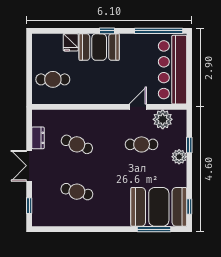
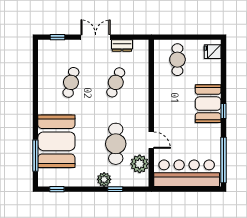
fridge: (71, 42) -> (213, 52), moved
cafe table: (142, 144) -> (116, 144), width x1.37, depth x1.35
booth: (159, 207) -> (56, 141), moved

